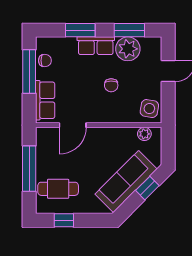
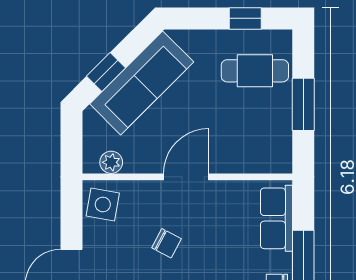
chair: (111, 85) -> (166, 243), turned 118
door: (73, 125) -> (186, 177), moved
window: (29, 169) -> (303, 104), width x0.69

